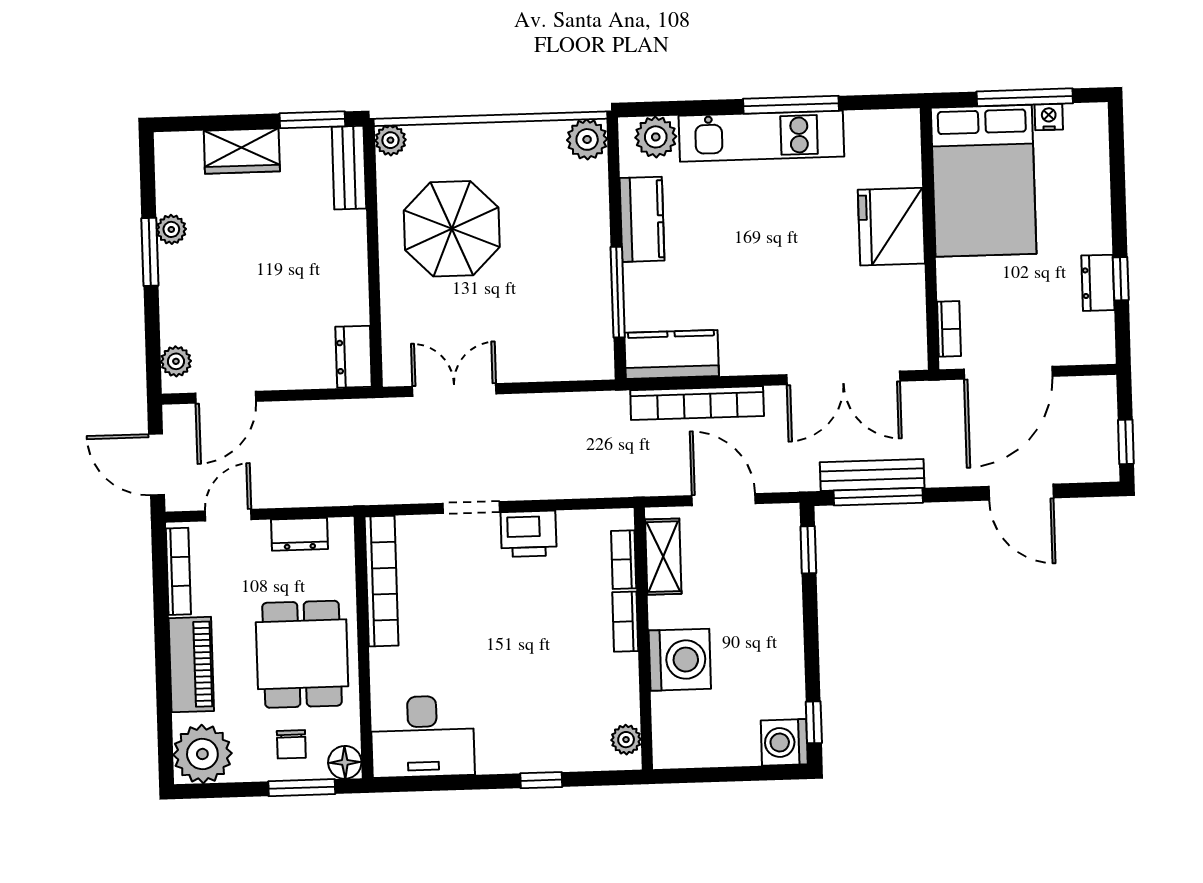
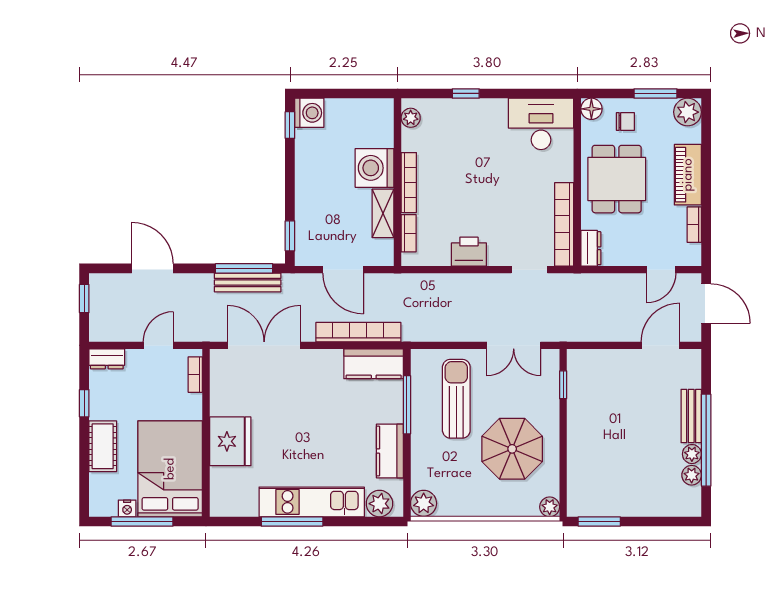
wardrobe: (242, 151) -> (645, 503), removed
bench: (349, 168) -> (691, 416), moved
cot: (1090, 213) -> (103, 446), added
window: (150, 252) -> (706, 440), width x2.11
dresser: (1098, 283) -> (107, 359), moved, turned 90
sun lounger: (541, 304) -> (456, 399), added
window: (375, 331) -> (563, 385), added
dresser: (354, 357) -> (578, 369), removed
plant: (176, 361) -> (692, 475), moved
door: (1008, 373) -> (158, 345), width x0.53
doorway: (471, 508) -> (529, 270), moved
dresser: (300, 534) -> (591, 248), moved, turned 90
shelving: (663, 557) -> (383, 213), moved
bookcase: (178, 571) -> (694, 225), width x0.64
bookcase: (625, 622) -> (409, 183), width x1.56
chair: (291, 744) -> (625, 121), turned 90
plant: (202, 754) -> (688, 112), width x0.73, depth x0.73
window: (302, 788) -> (655, 93), moved

